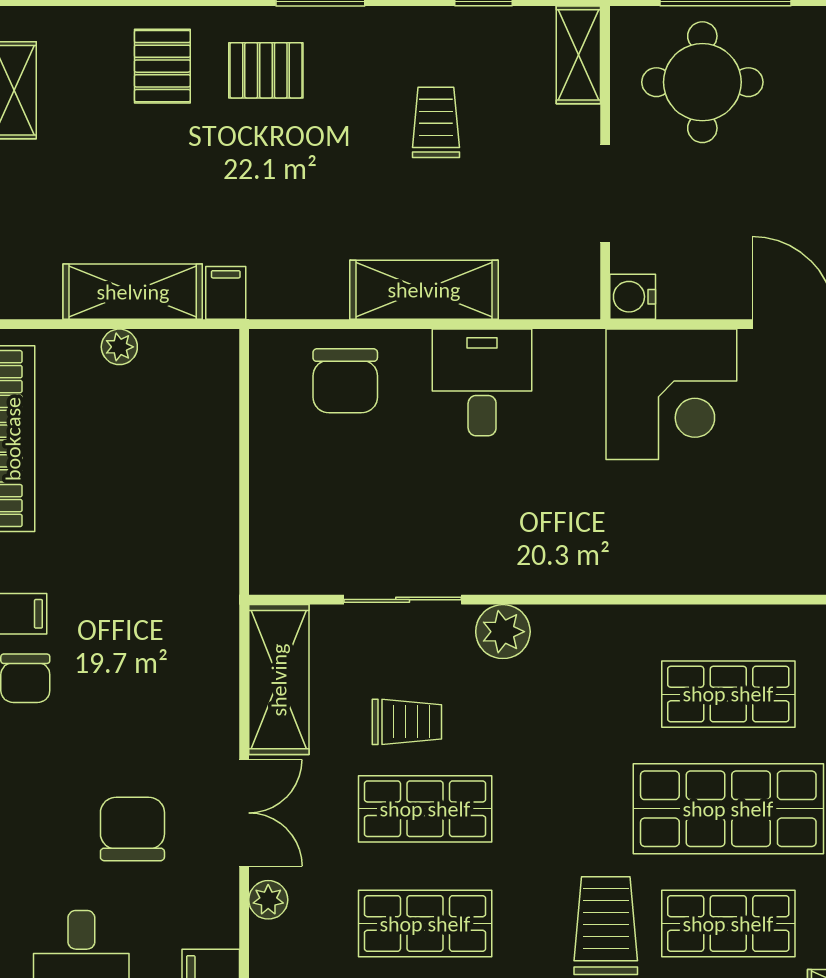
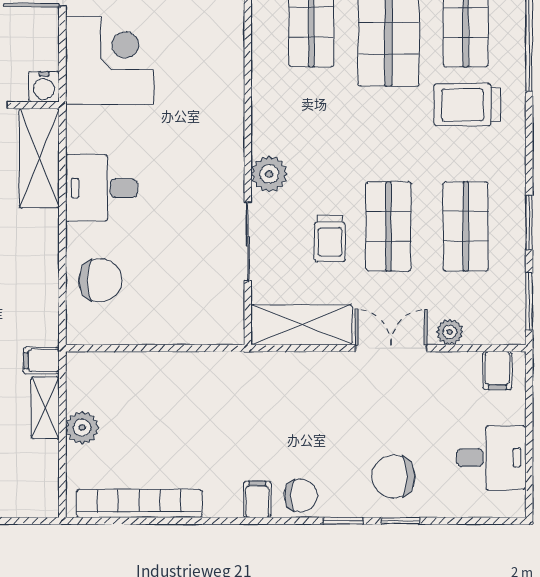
shelving: (424, 290) -> (39, 158), moved
shelving: (133, 292) -> (45, 408), width x0.67, depth x0.75
plant: (119, 347) -> (82, 428), width x1.38, depth x1.38
trolley: (407, 722) -> (330, 239), turned 180
chair: (132, 829) -> (393, 477), moved

